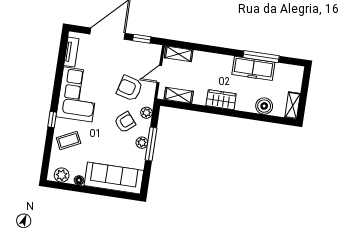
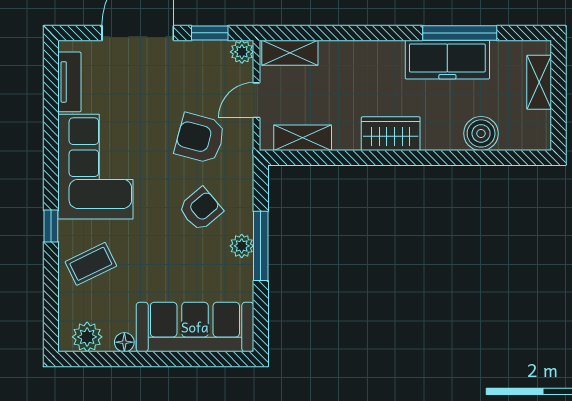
shelving: (293, 105) -> (539, 82), moved
plant: (146, 113) -> (242, 52), moved

